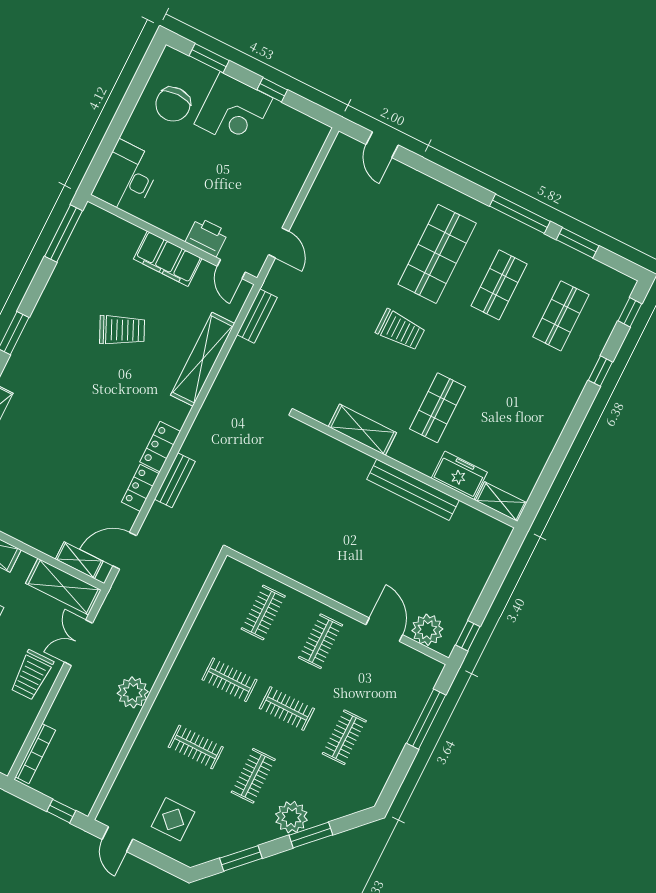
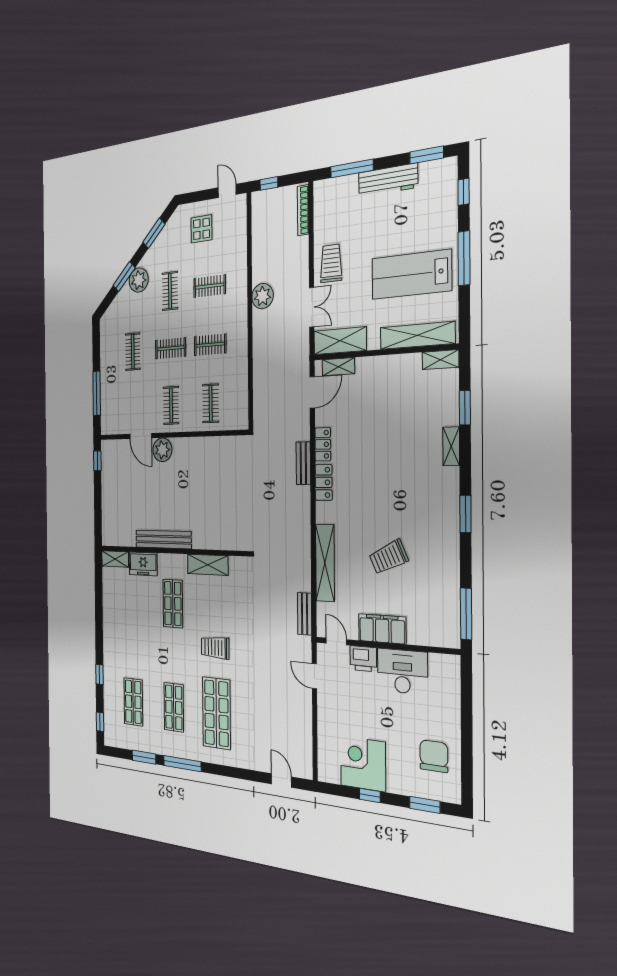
corner desk: (233, 111) -> (363, 764), moved
desk: (127, 178) -> (402, 671), moved, turned -90
plant: (427, 630) -> (162, 450), moved

